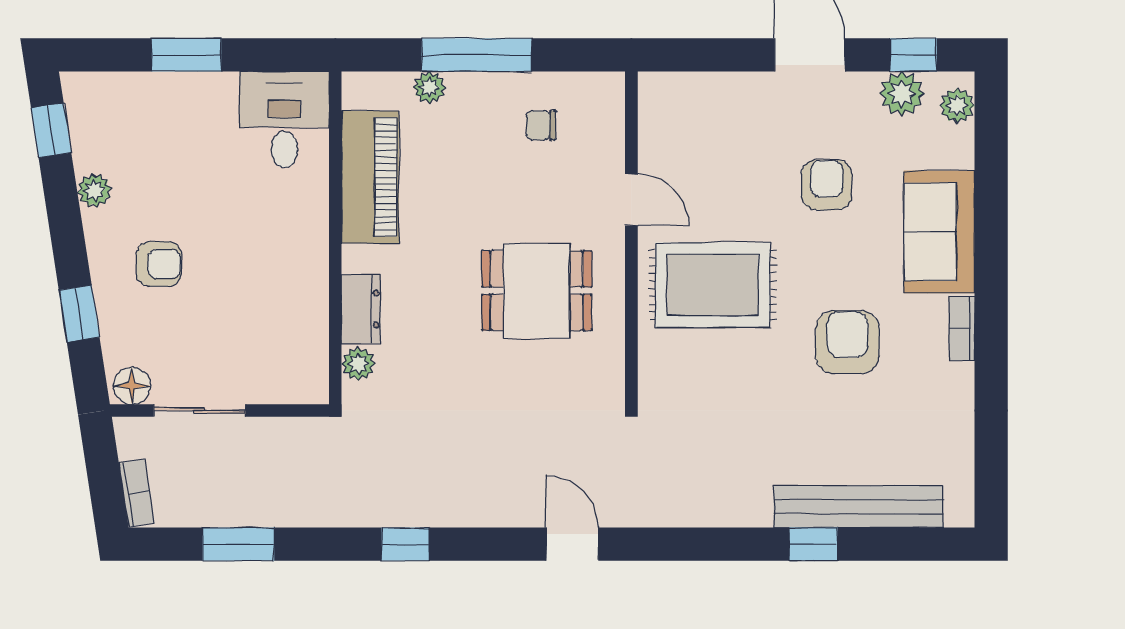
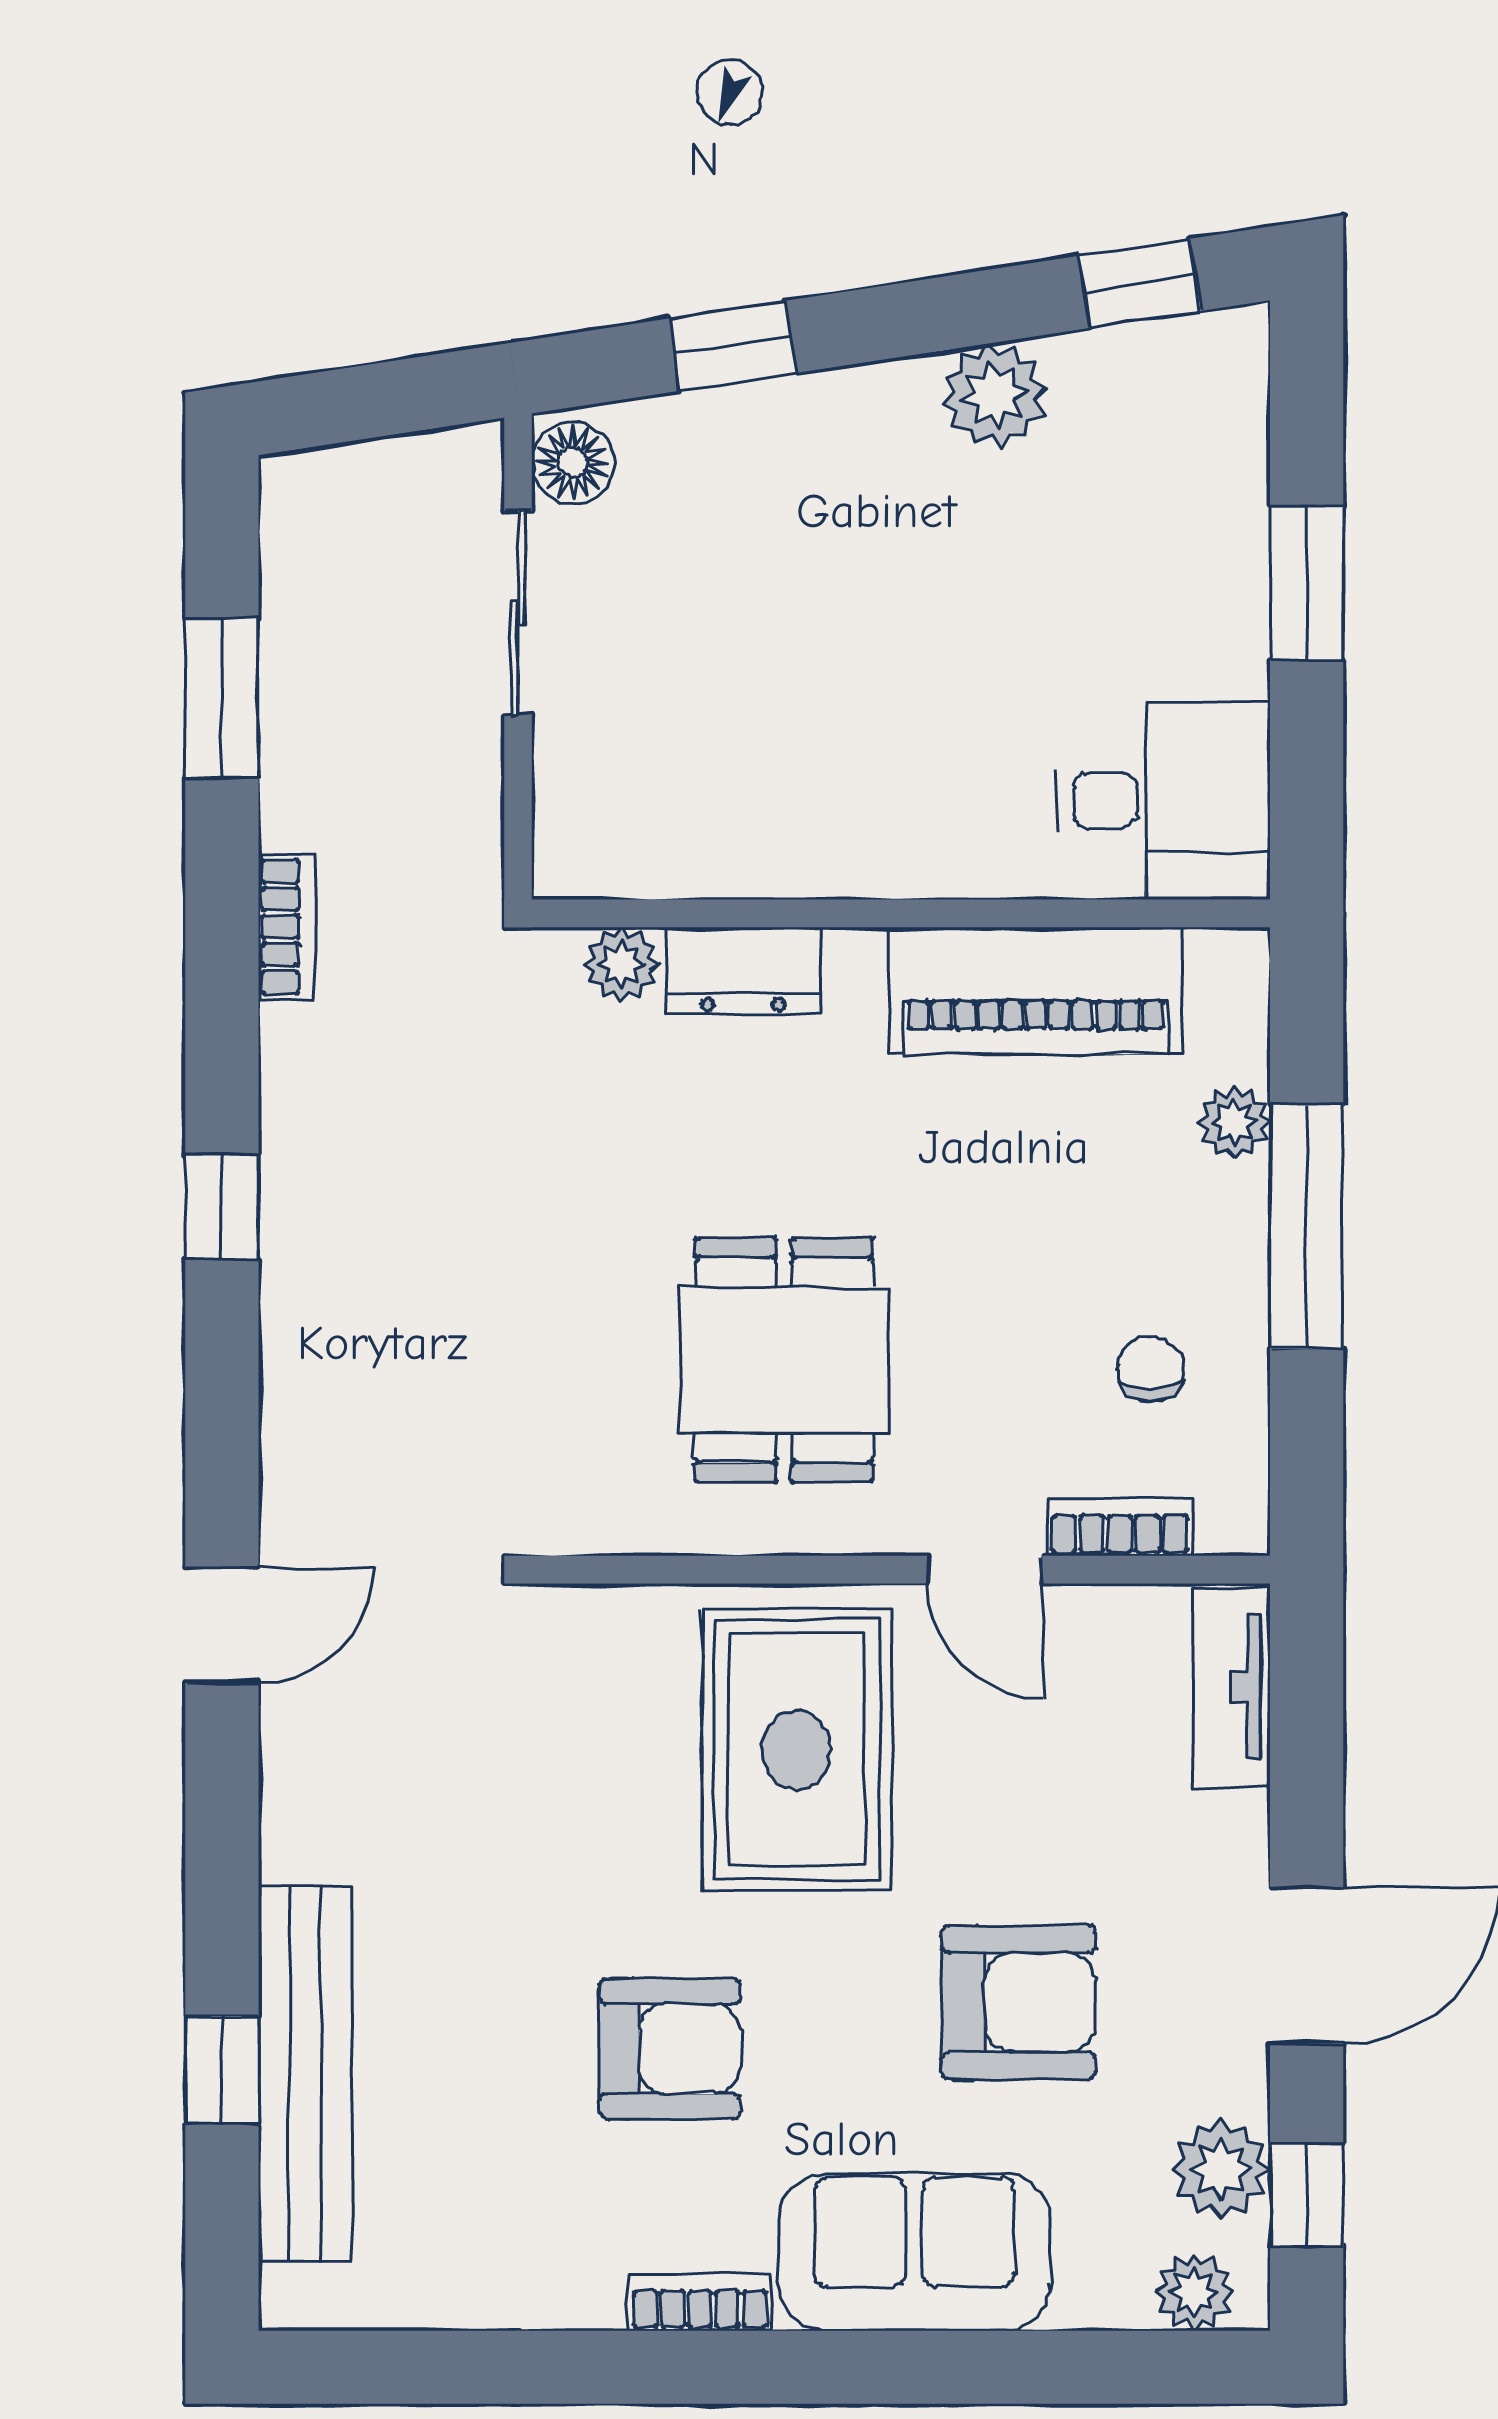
tv unit: (684, 89) -> (1232, 1687), added
bookcase: (612, 139) -> (1120, 1527), added
armchair: (827, 185) -> (1019, 2002), width x1.38, depth x1.38
plant: (94, 190) -> (994, 396), width x1.38, depth x1.38
door: (631, 200) -> (985, 1570), hinge flipped
armchair: (159, 264) -> (843, 522), removed
bookcase: (136, 493) -> (287, 927), moved, turned -81
window: (405, 544) -> (222, 1207), moved
door: (572, 544) -> (222, 1625), moved
window: (813, 544) -> (222, 2070), moved

